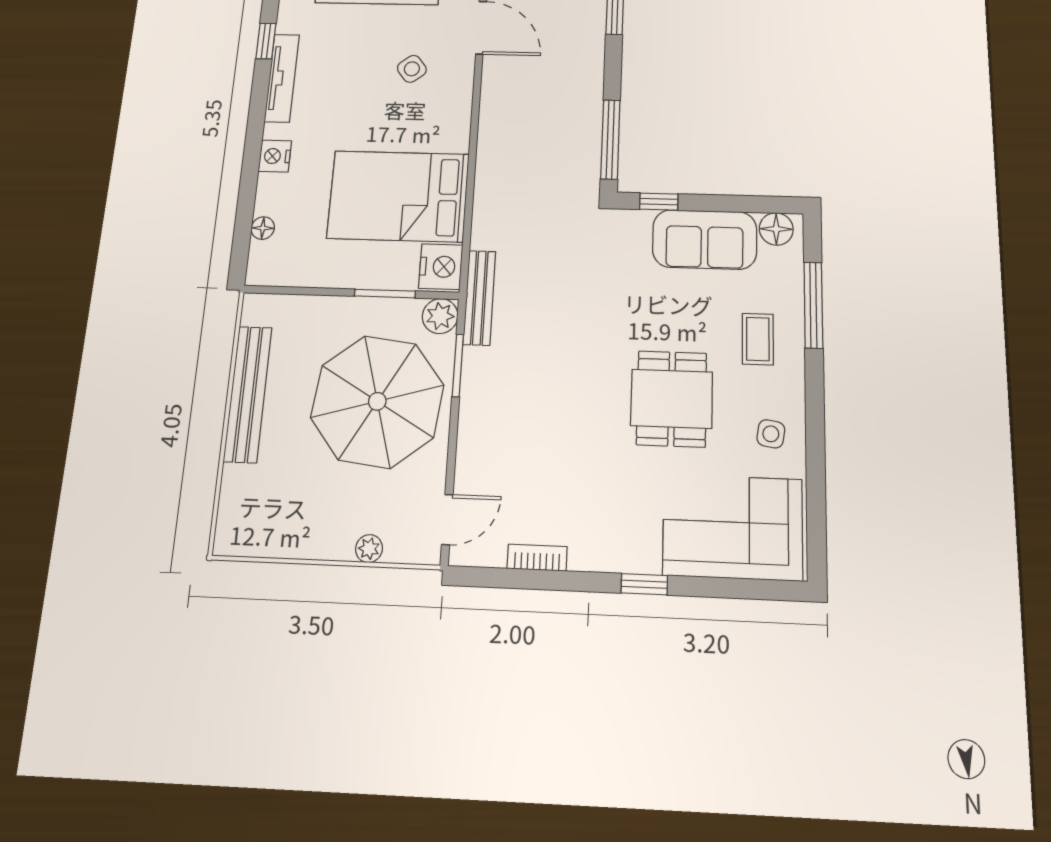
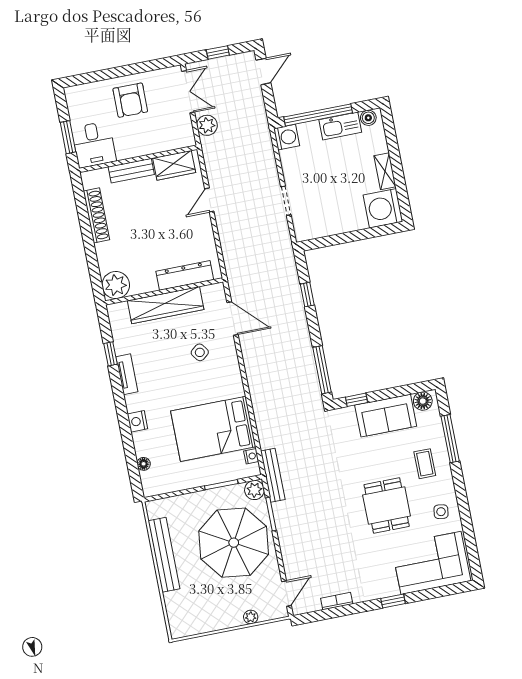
tv unit: (282, 78) -> (127, 374), width x0.71
nightstand: (441, 267) -> (251, 456), width x0.53, depth x0.56

